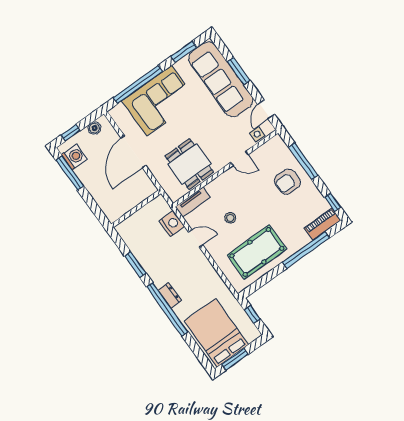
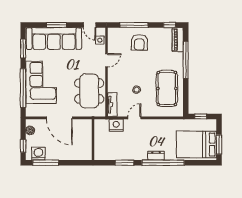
dining table: (189, 164) -> (89, 91), width x1.38

